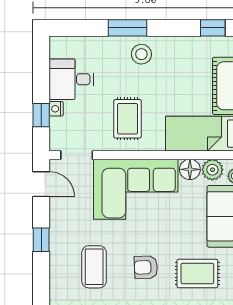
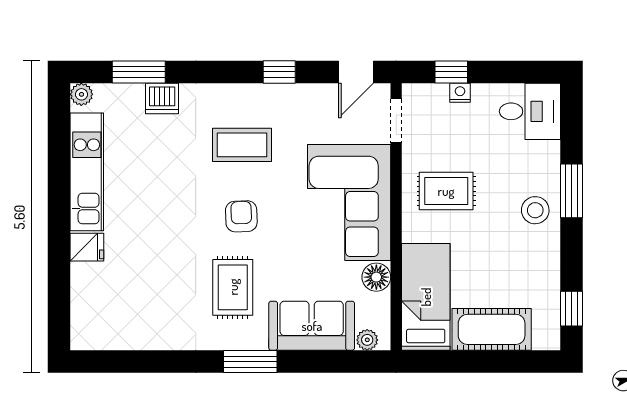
desk: (71, 79) -> (530, 111), moved, turned 90
plant: (212, 170) -> (376, 308), removed

